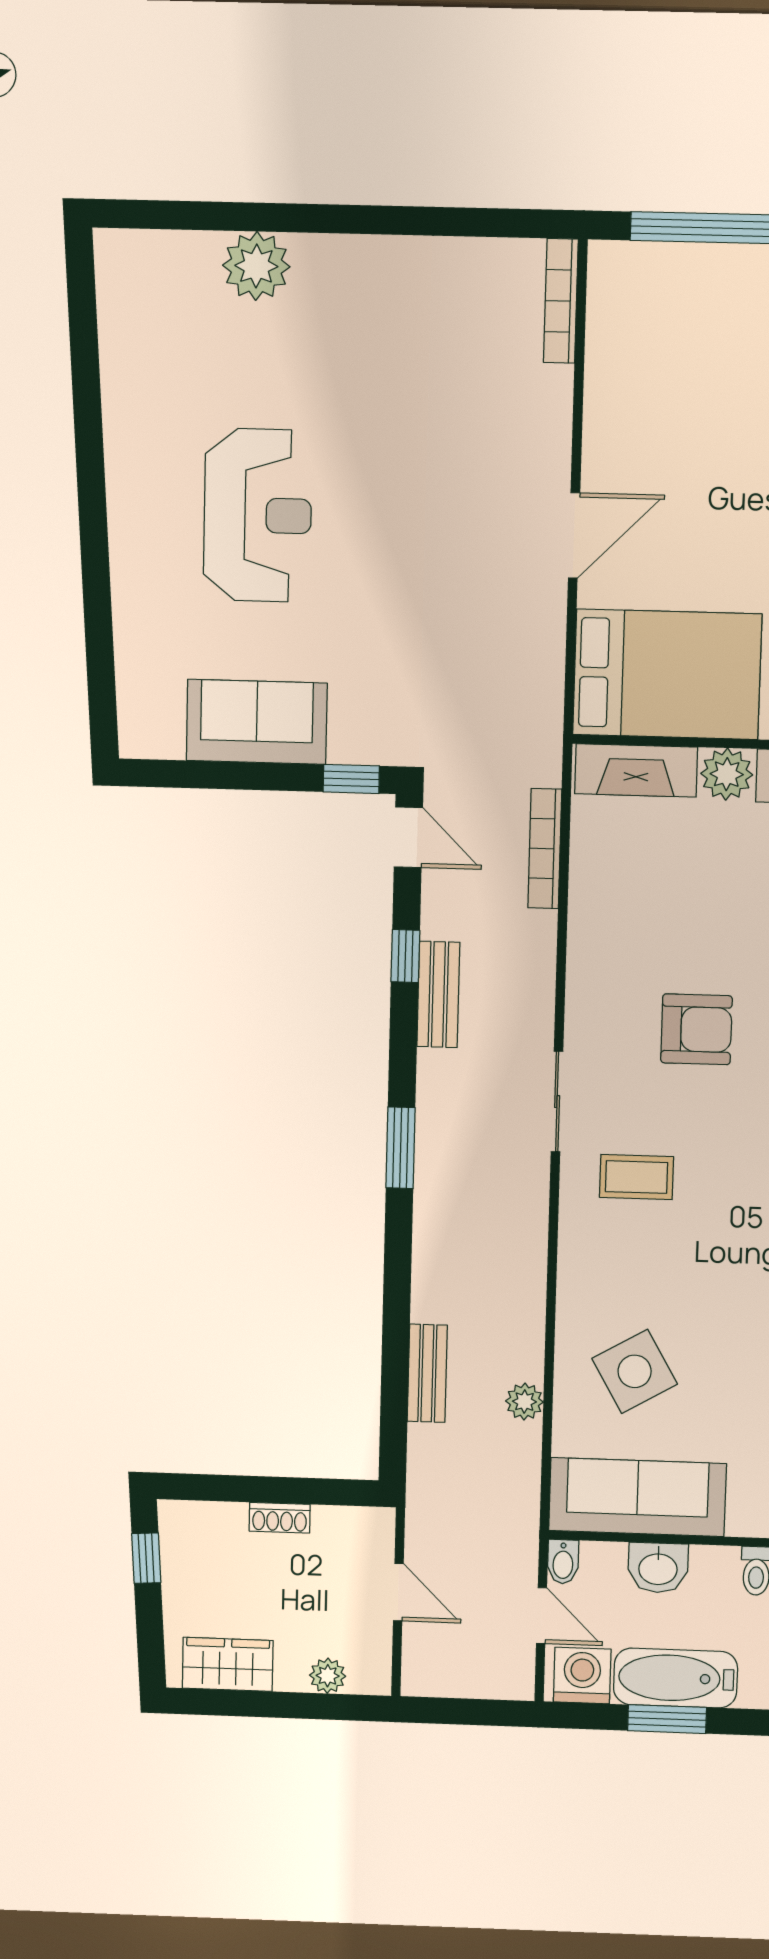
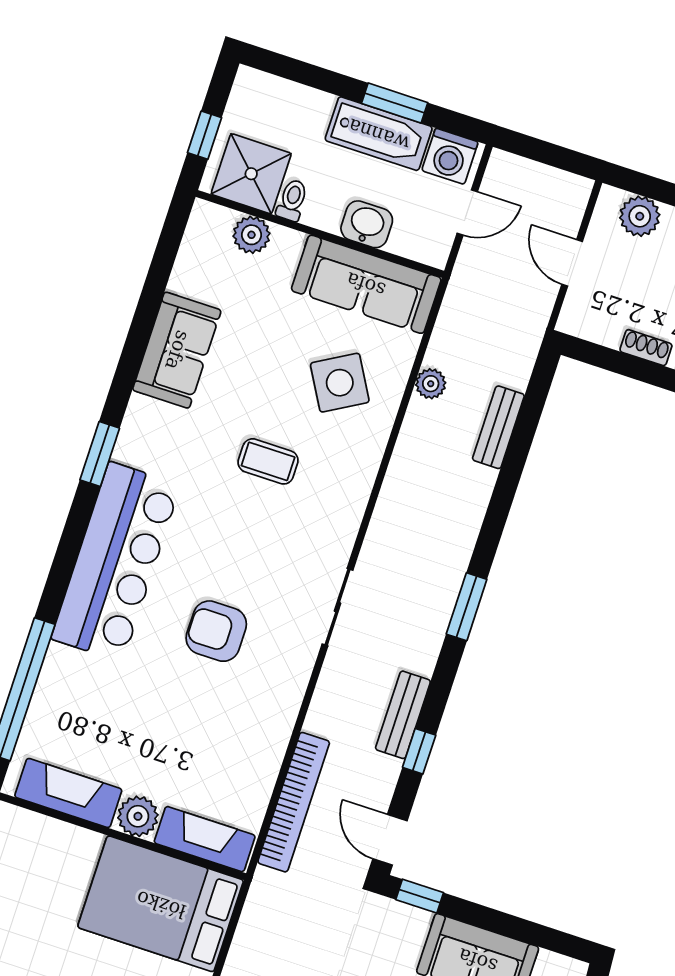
bookcase: (545, 849) -> (294, 802), width x1.48, depth x1.31
coffee table: (637, 1177) -> (268, 461), moved
bidet: (563, 1562) -> (438, 250), removed
door: (542, 1616) -> (467, 213), swing flipped
plant: (328, 1676) -> (640, 216), width x1.38, depth x1.38

